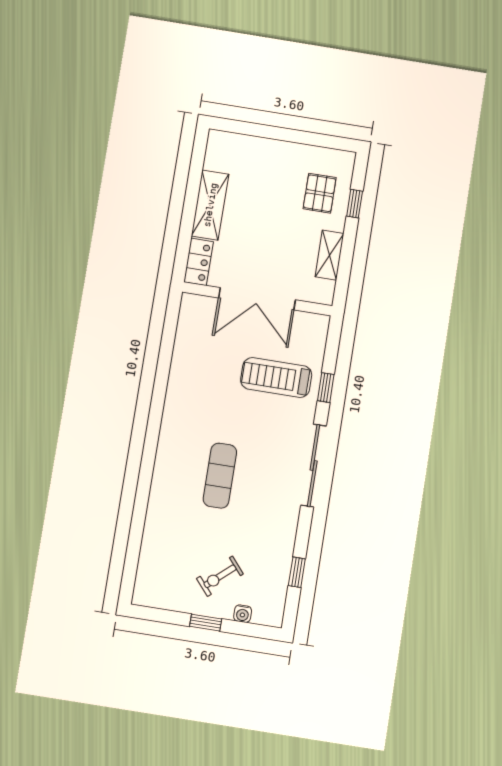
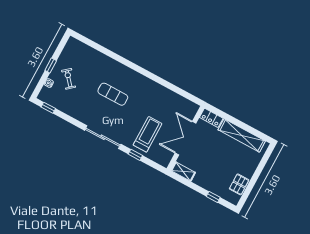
pallet: (320, 193) -> (239, 184), moved, turned 90
shelving: (210, 205) -> (242, 135), width x1.47
shelving: (329, 255) -> (183, 172), moved
window: (297, 572) -> (48, 108), moved

